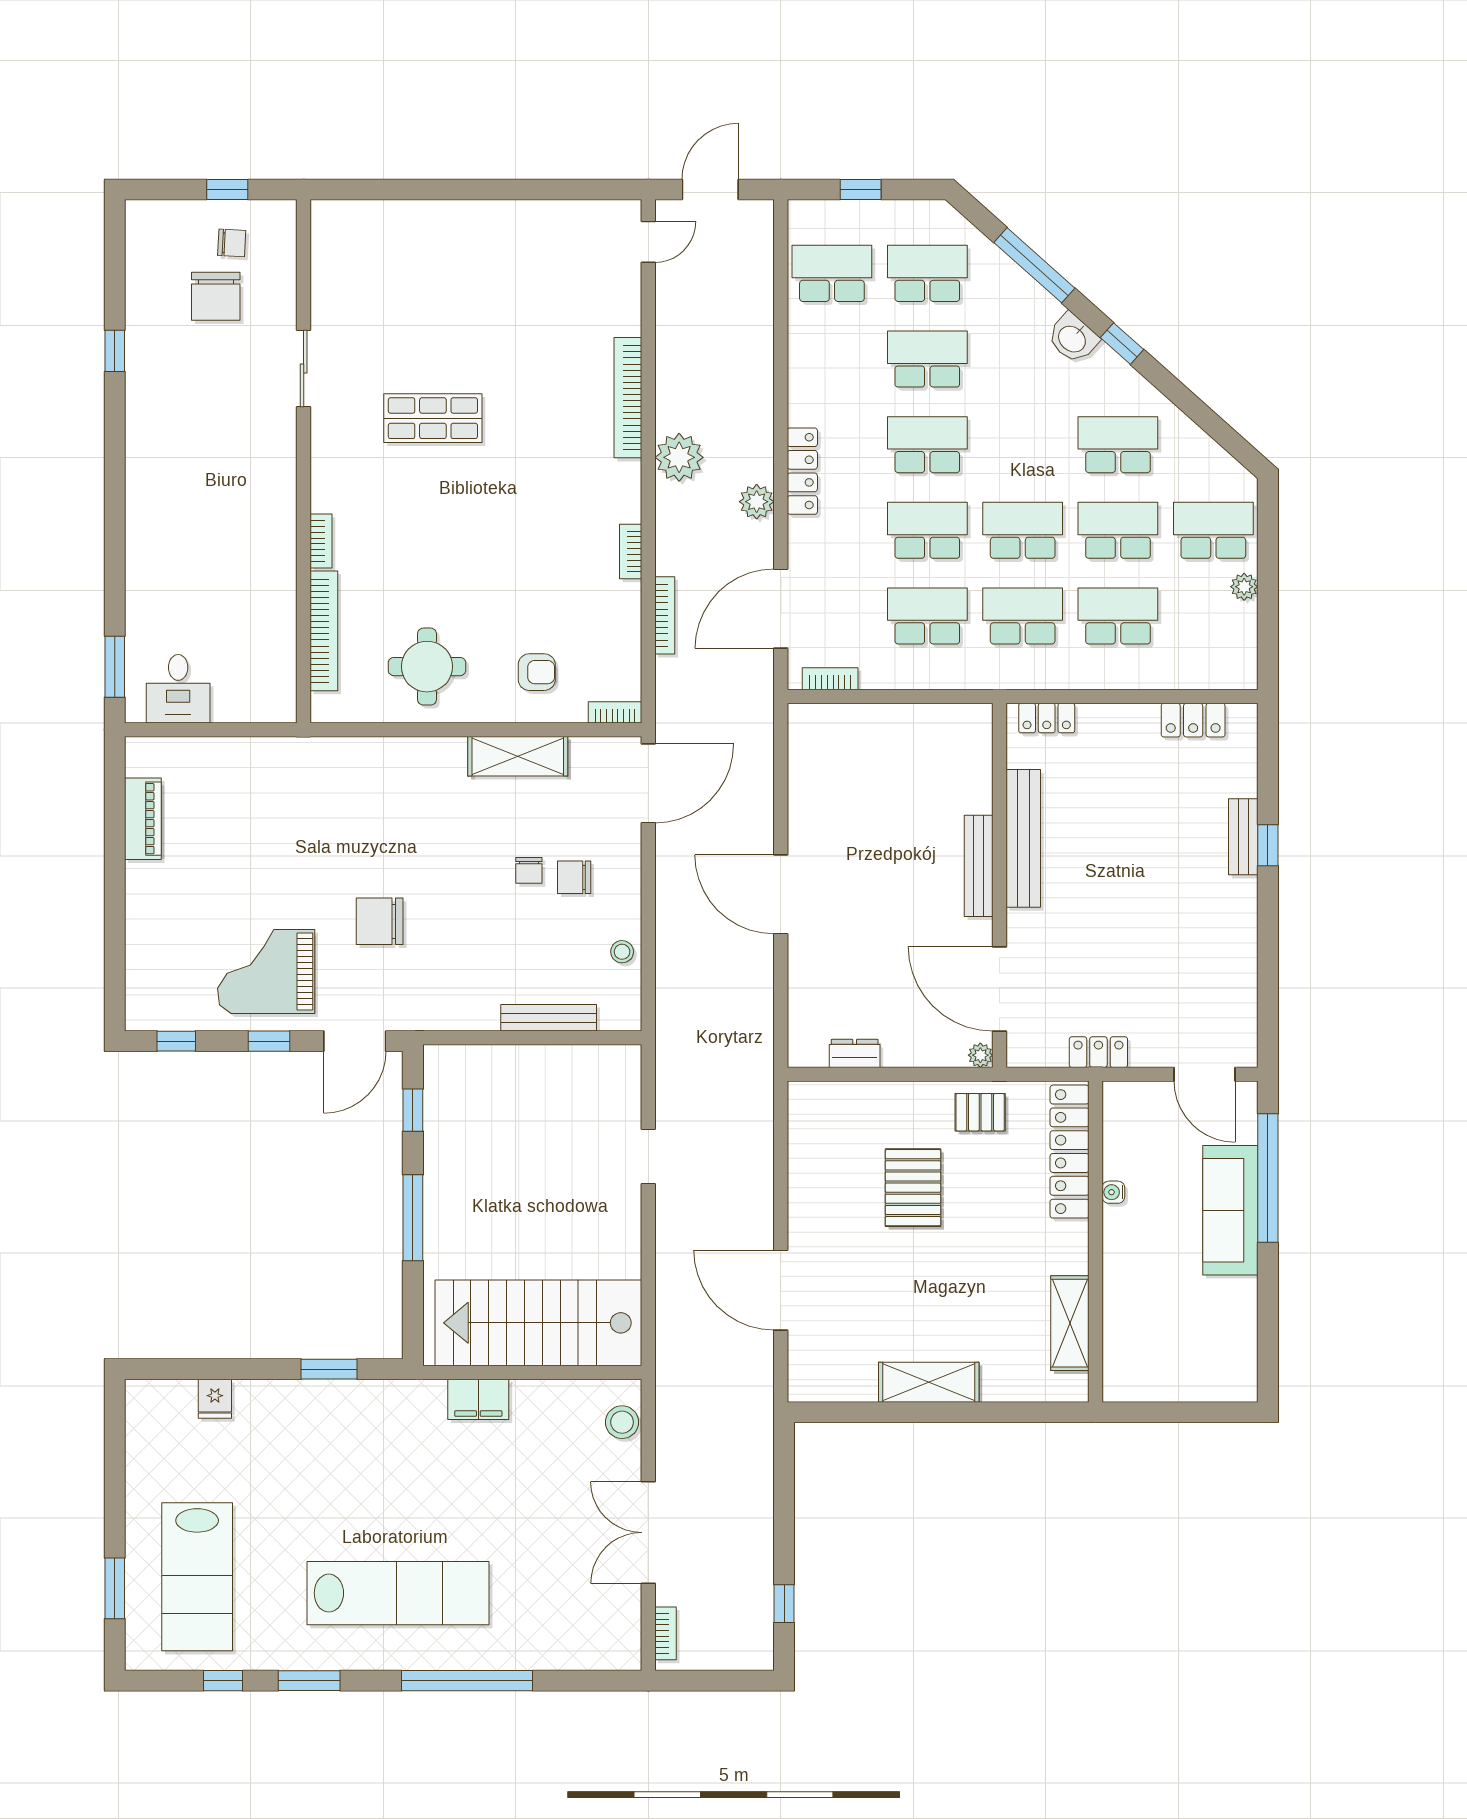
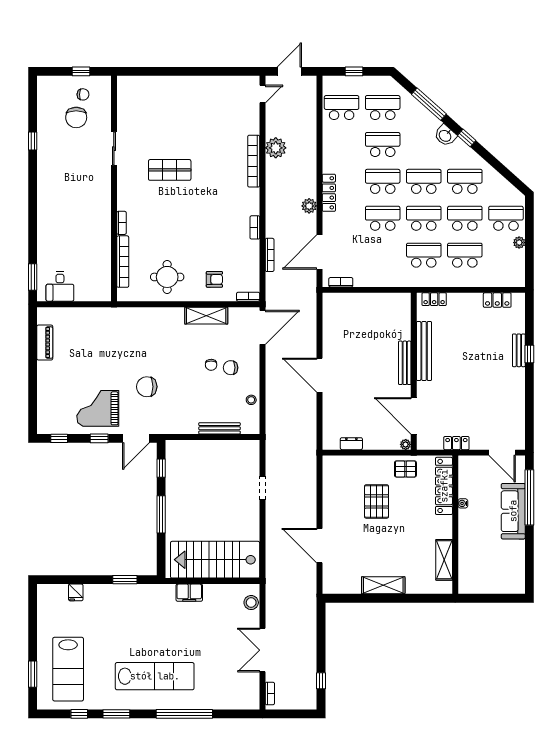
plant: (679, 457) -> (276, 148), moved
school desk: (927, 616) -> (424, 181), moved

